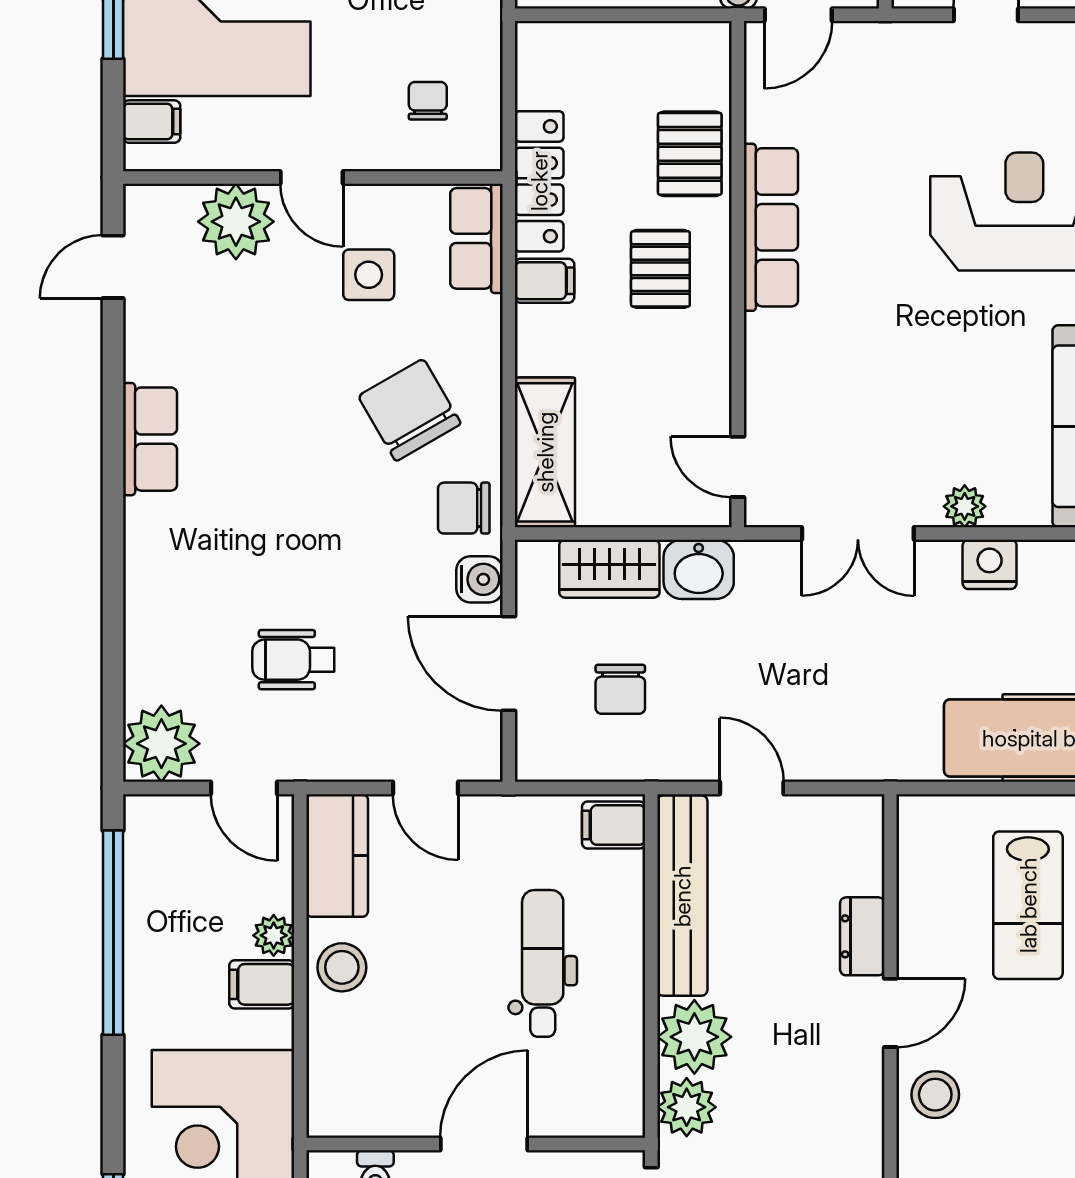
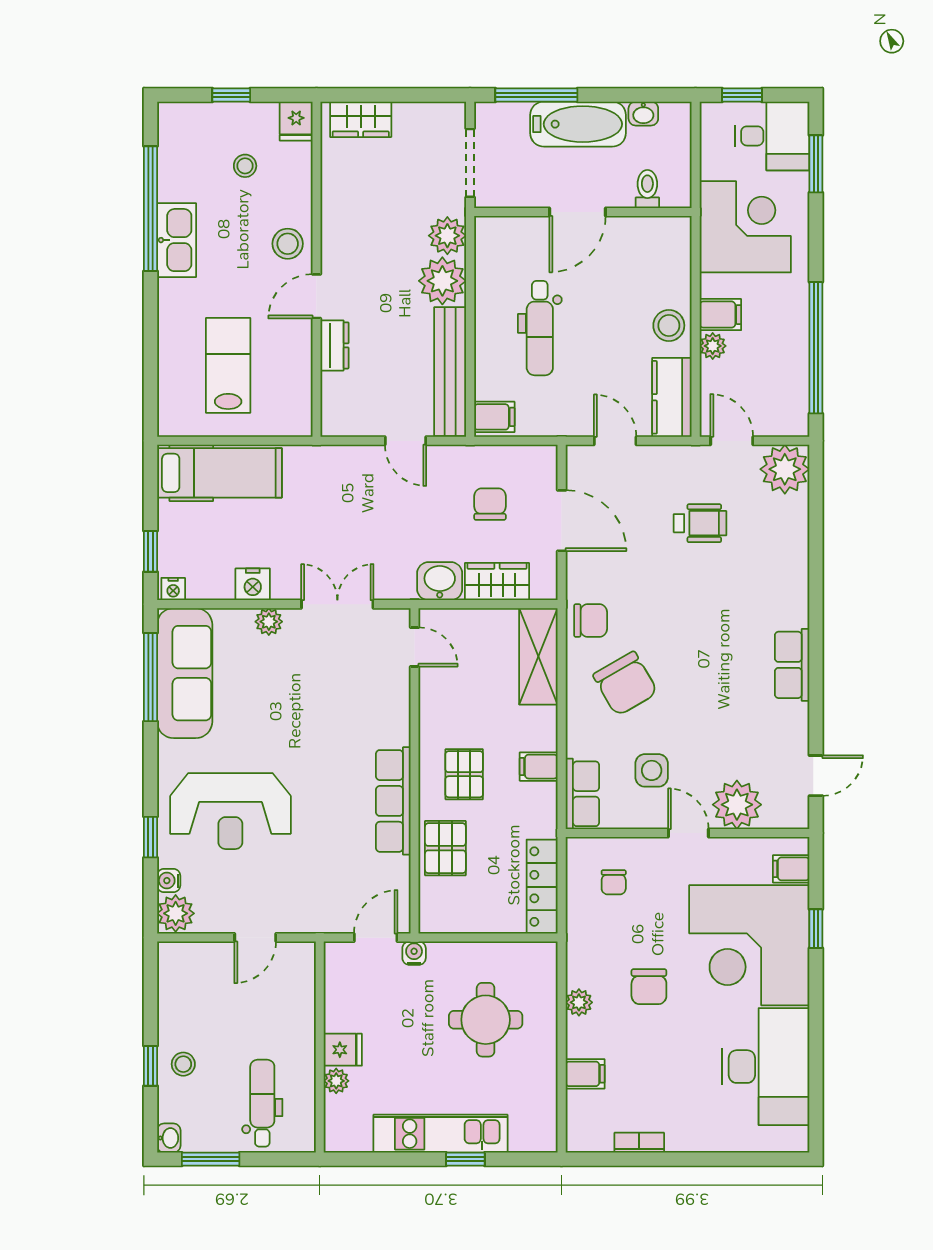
locker: (539, 181) -> (542, 887), moved
water cooler: (480, 579) -> (580, 575), removed

